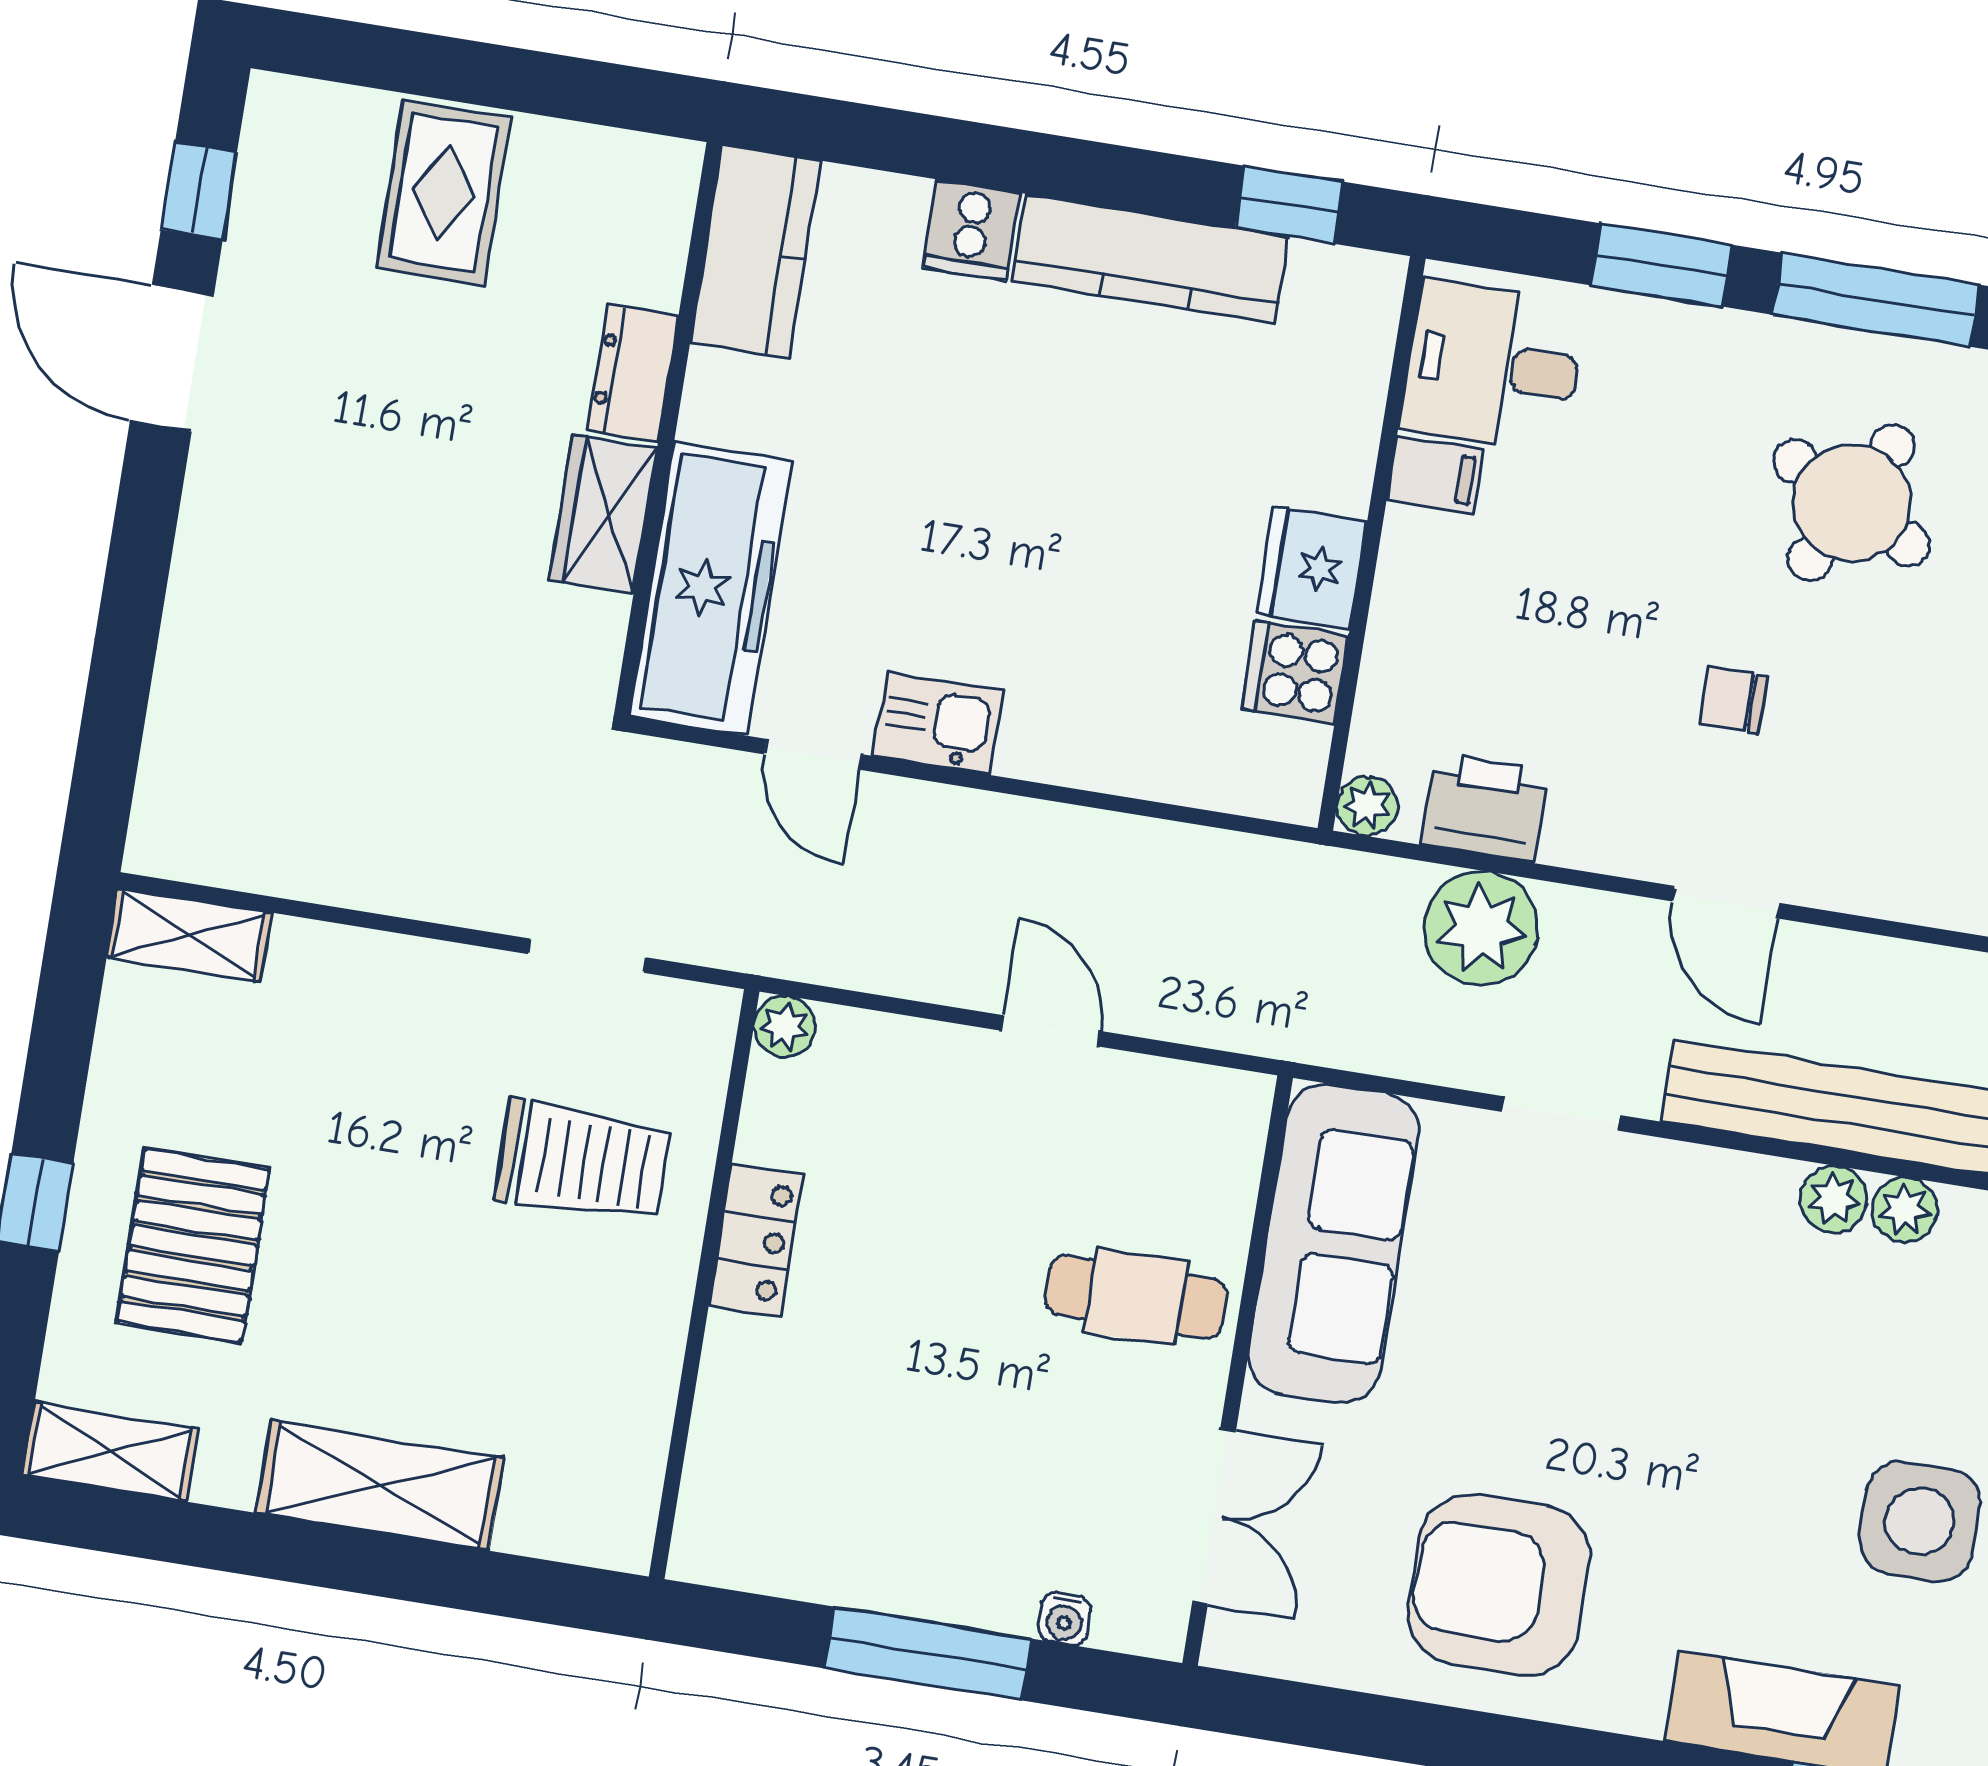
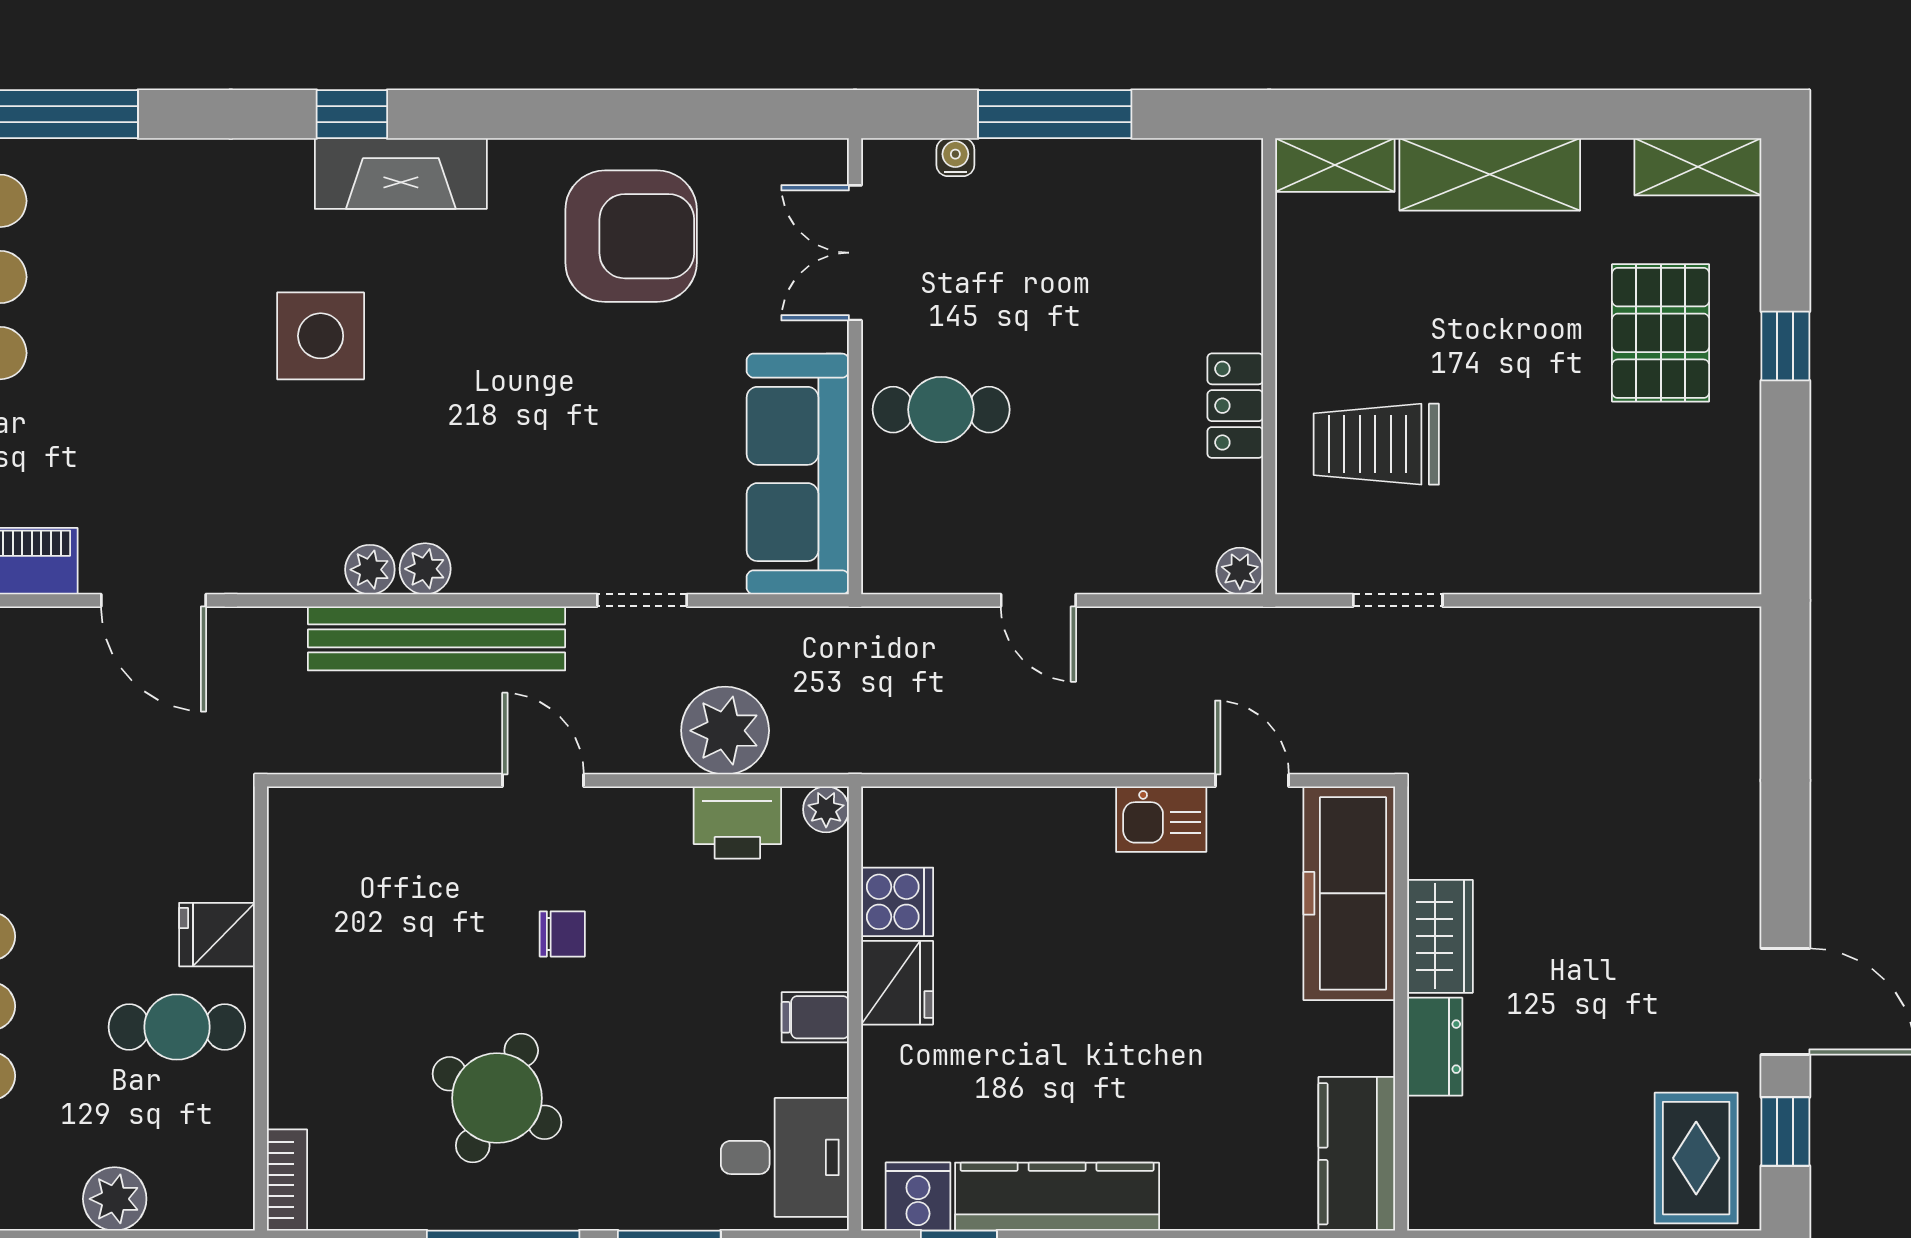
rug: (444, 193) -> (1696, 1158), moved
cooker: (971, 230) -> (918, 1197), moved
filing cabinet: (1435, 475) -> (815, 1017), moved
shelving: (189, 935) -> (1335, 165), moved

